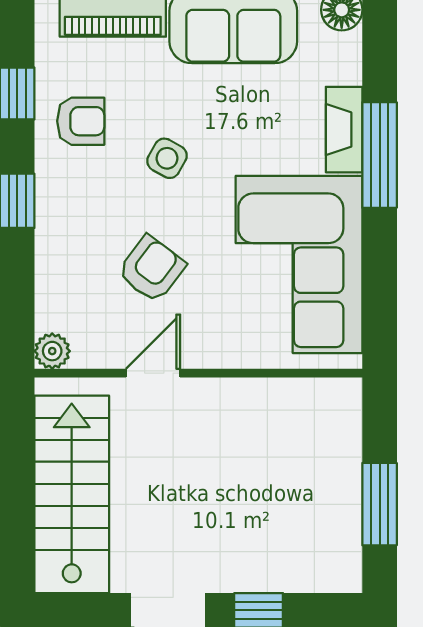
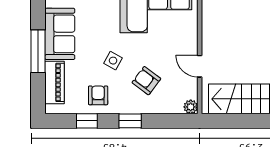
armchair: (151, 269) -> (146, 81), moved

